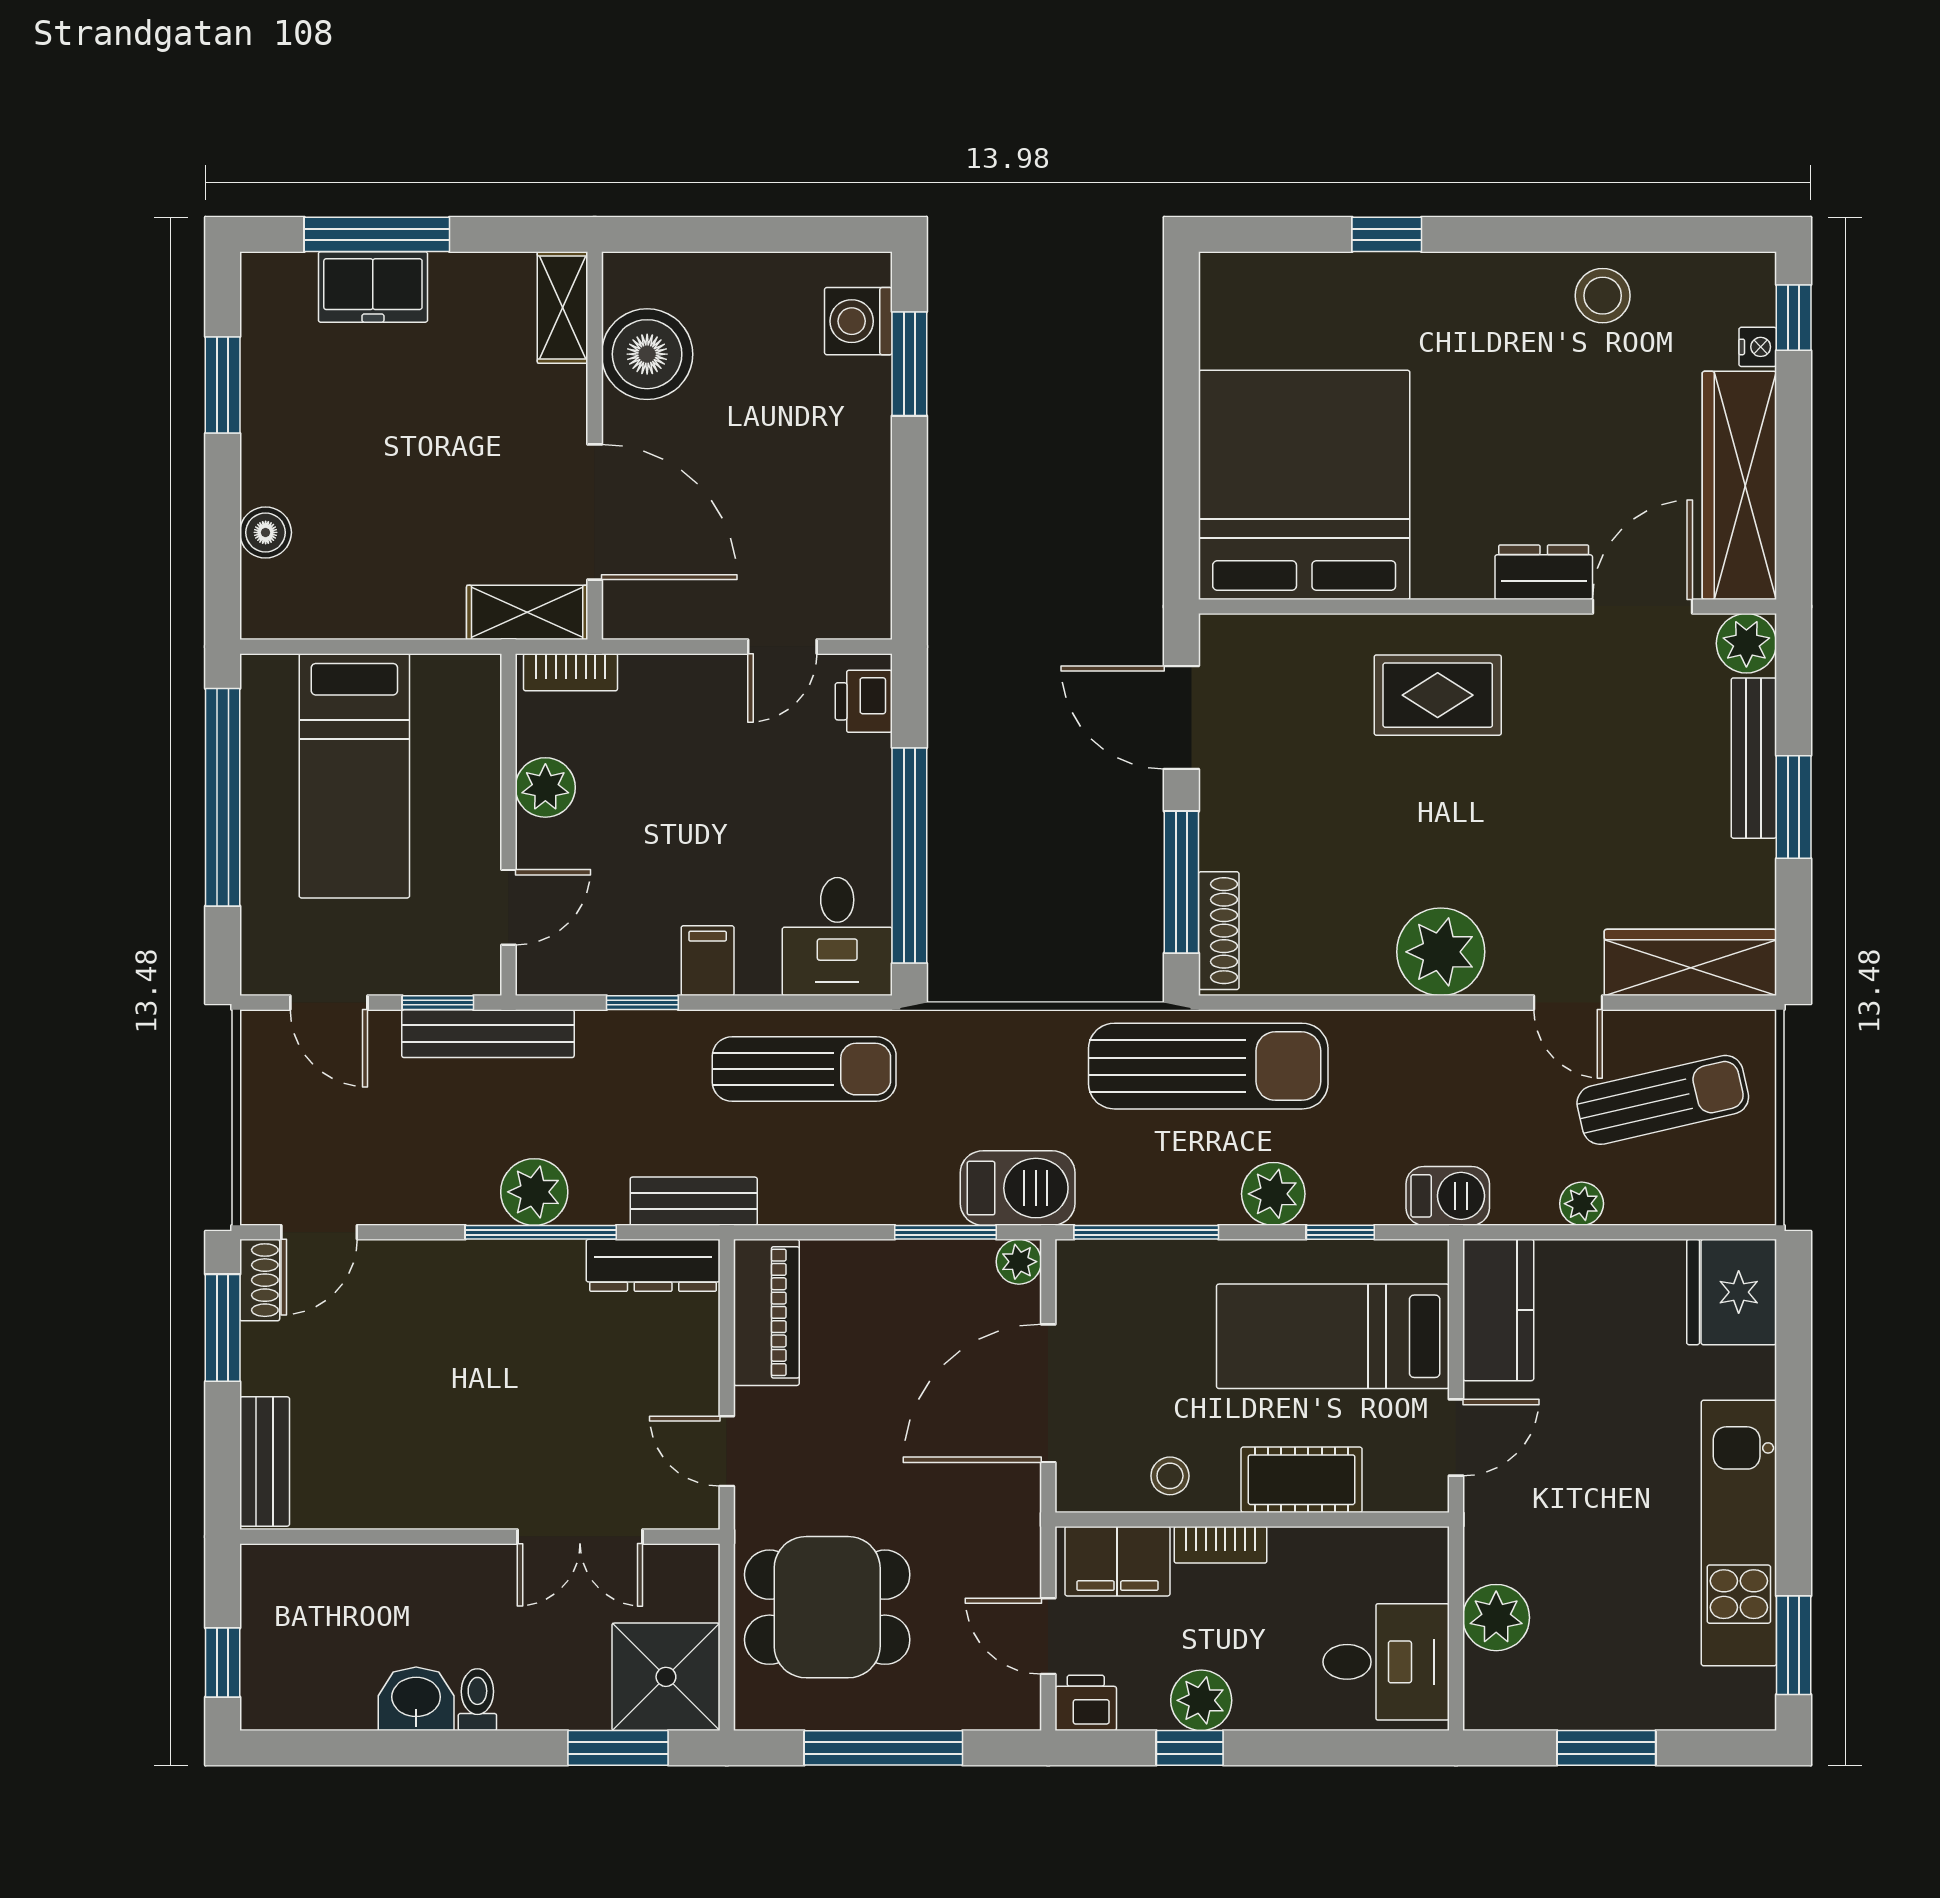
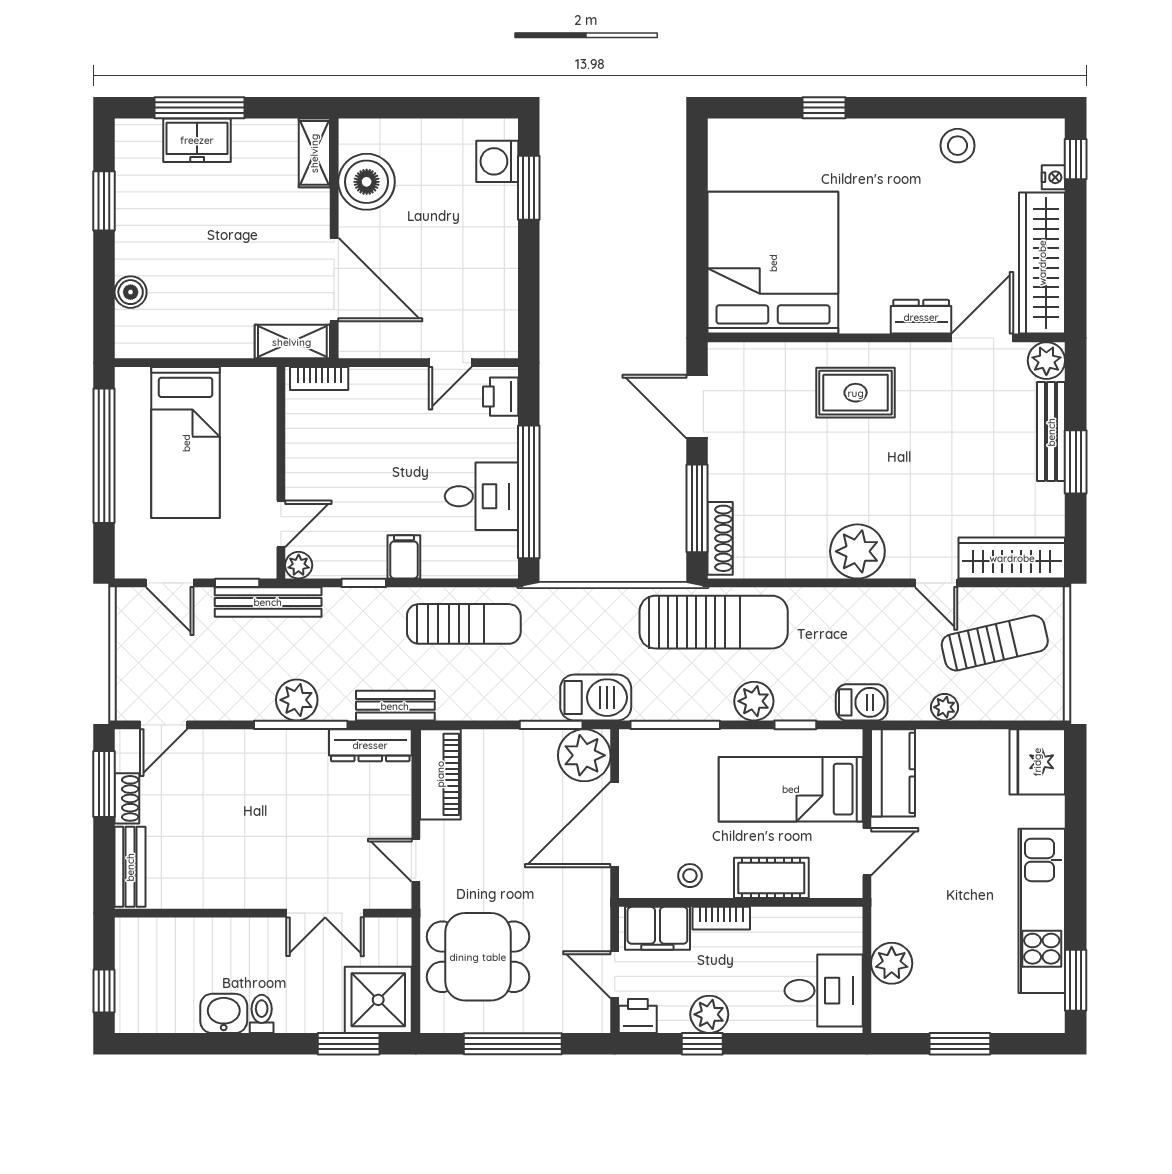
plant: (545, 787) -> (299, 565), moved, width x0.73, depth x0.73
desk: (837, 937) -> (481, 496), moved, turned -90
plant: (1019, 1262) -> (584, 755), width x1.88, depth x1.88
shoe rack: (260, 1280) -> (127, 798), moved

